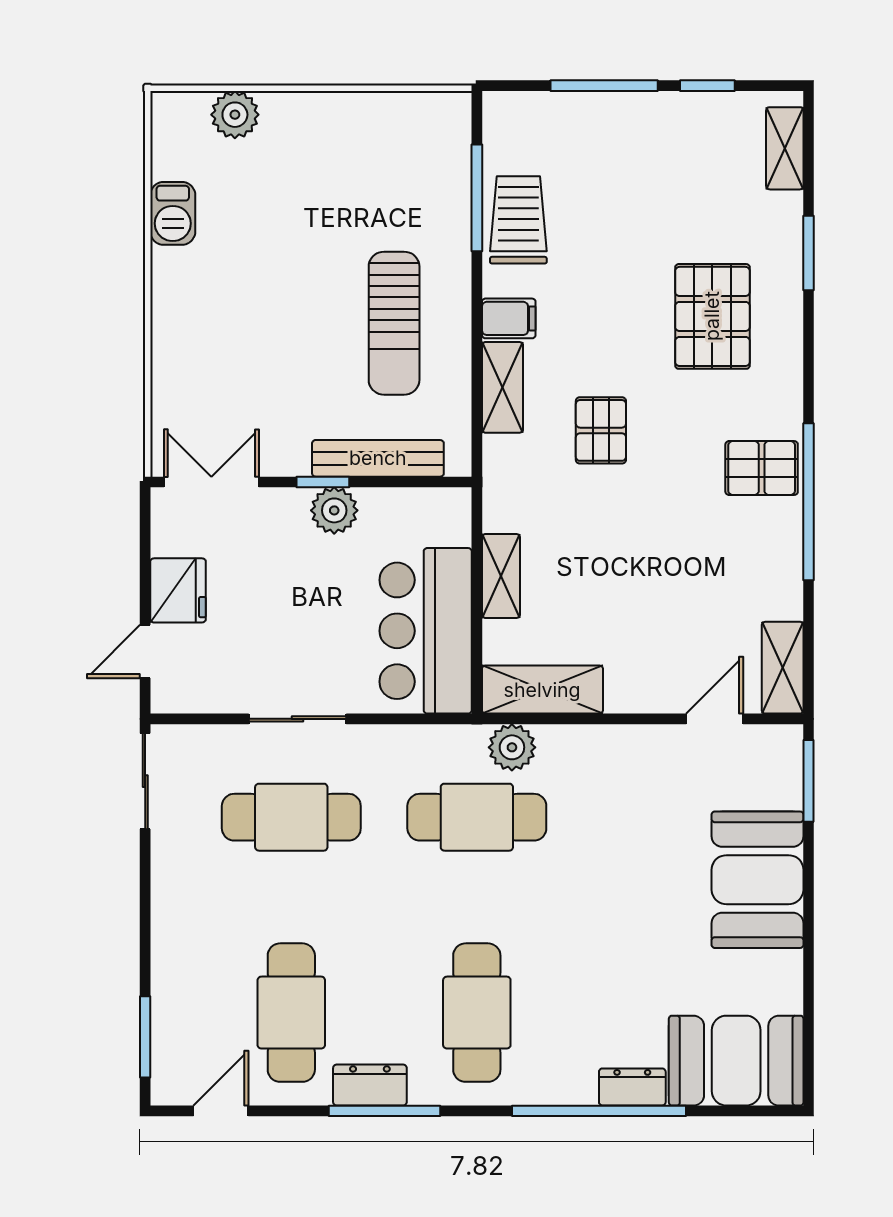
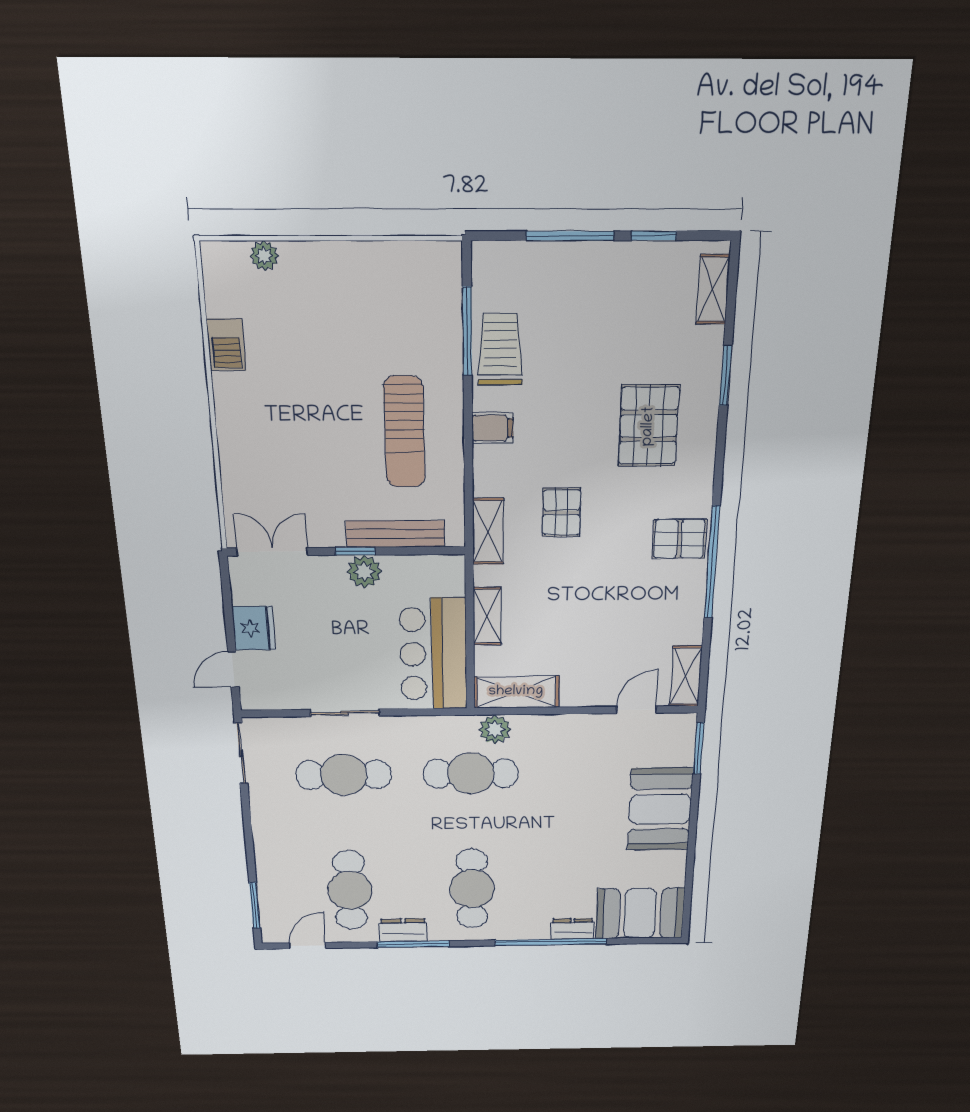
plant: (235, 115) -> (264, 256), width x0.73, depth x0.73
shelving: (502, 387) -> (488, 531), moved

